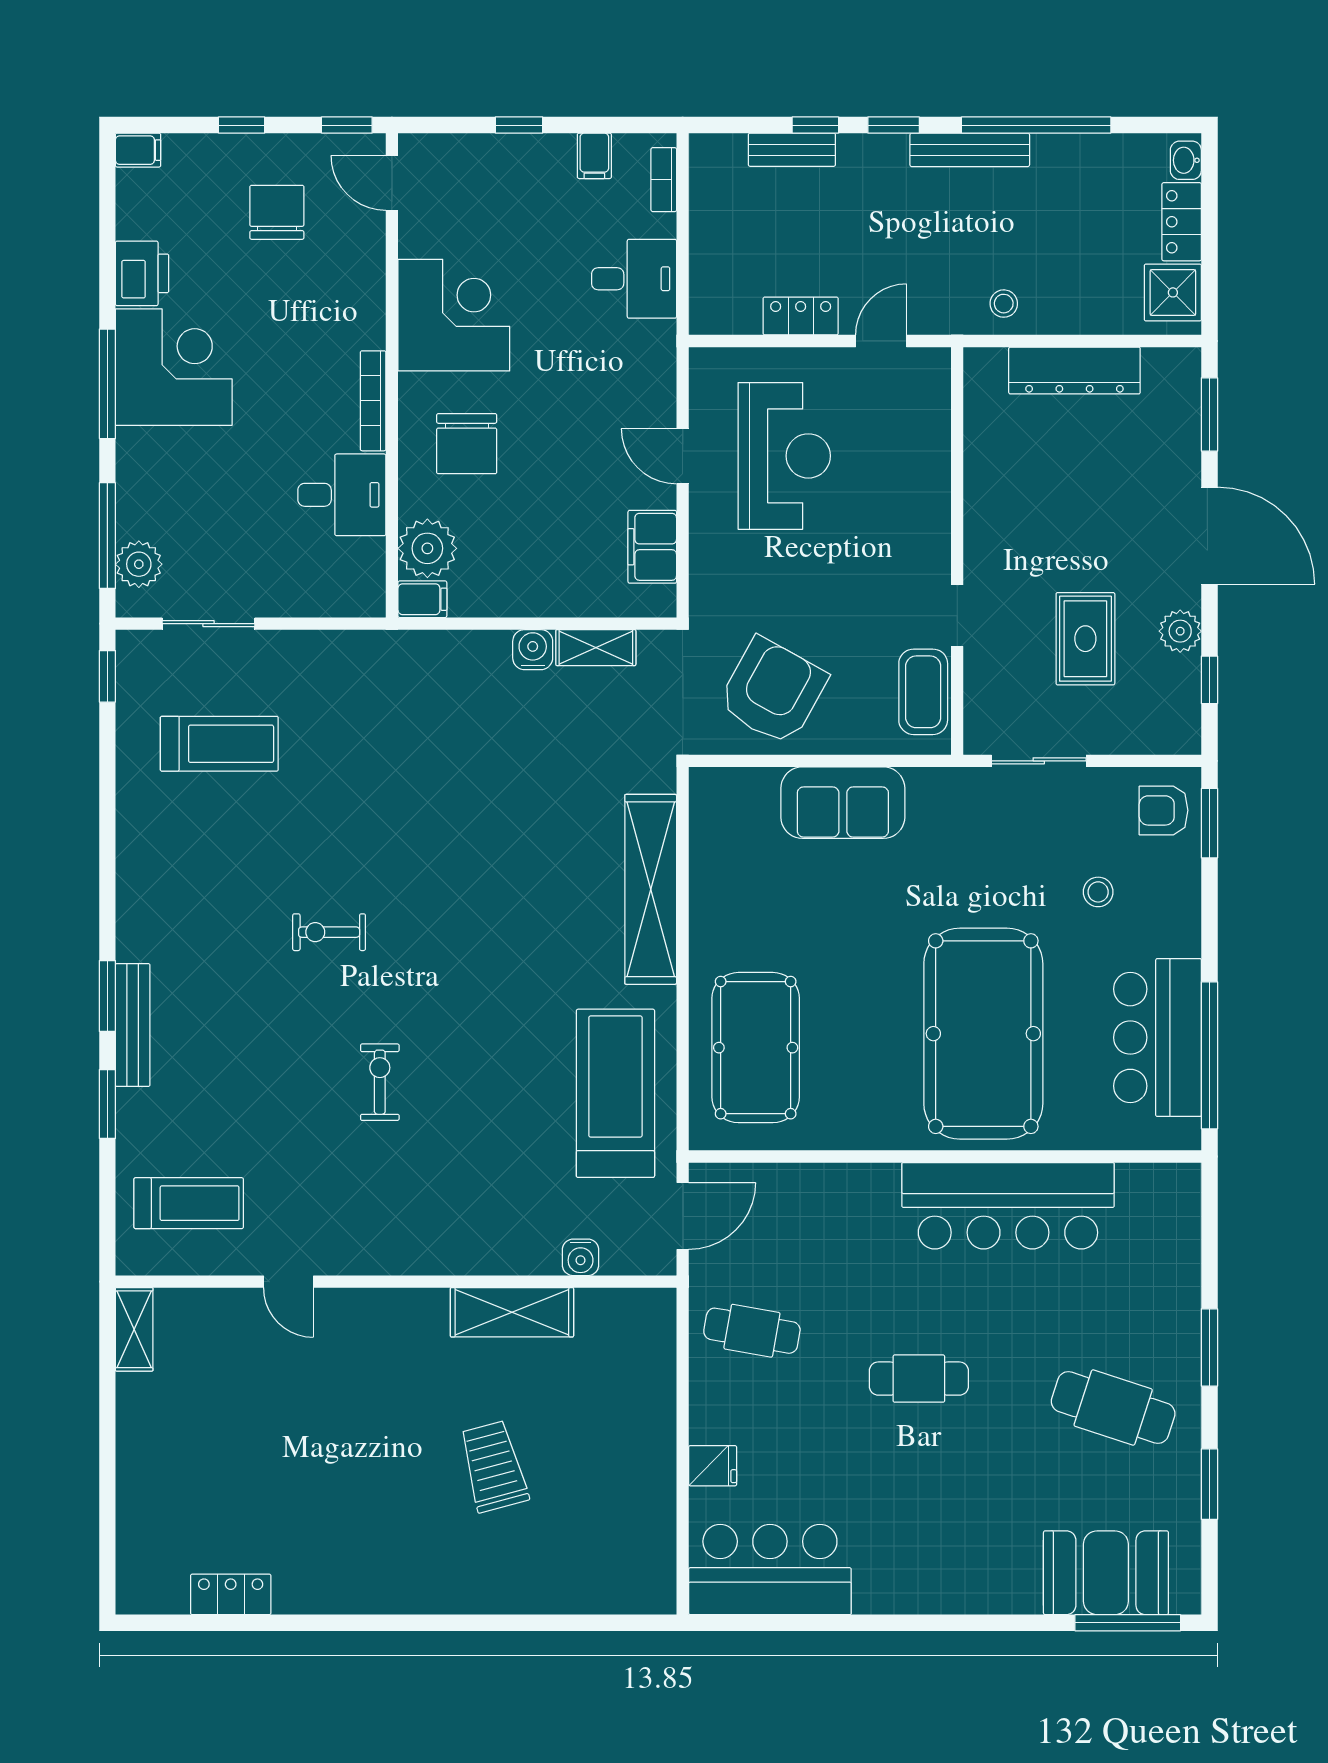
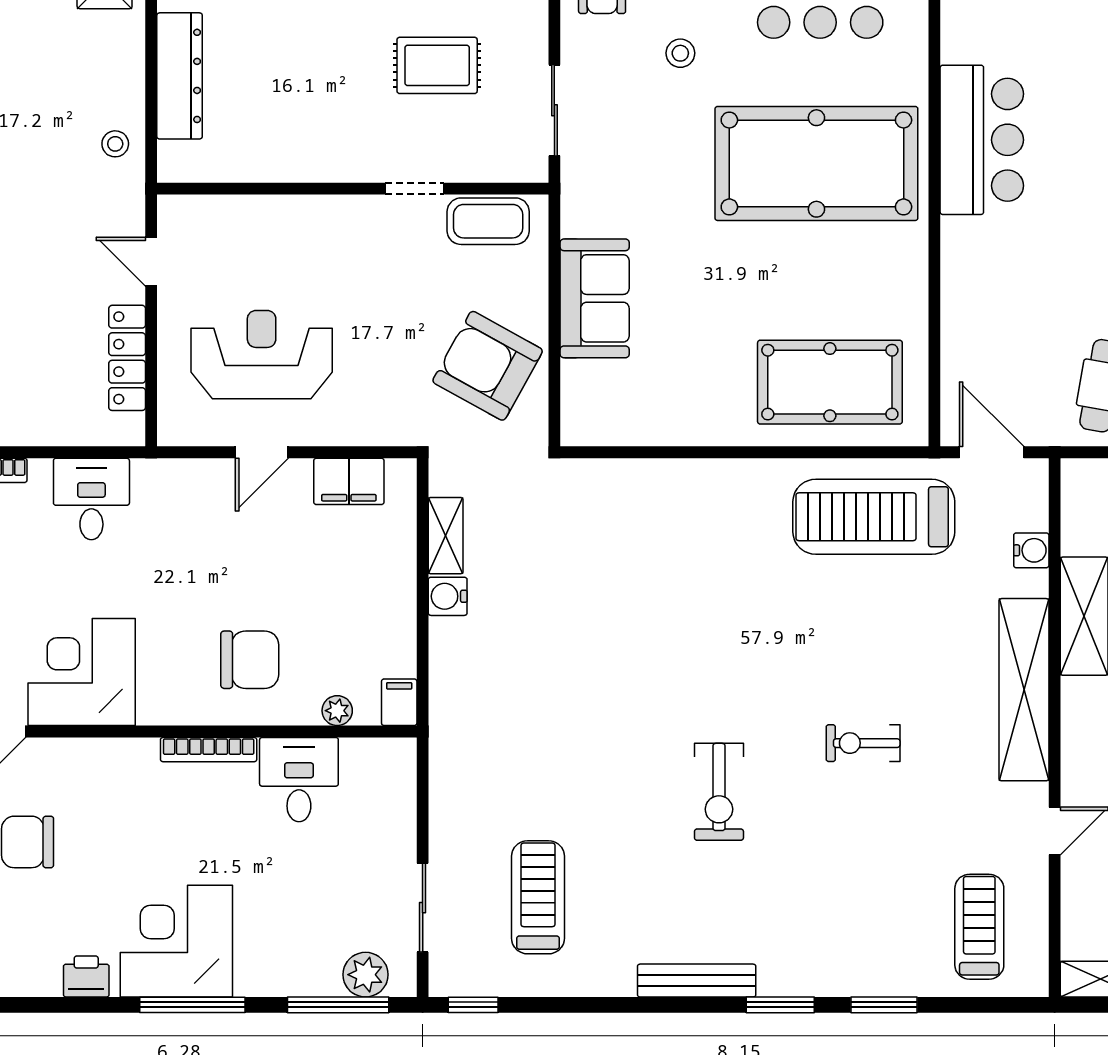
printer: (142, 273) -> (86, 976), width x0.73, depth x0.81
corner desk: (454, 315) -> (82, 672), moved
locker: (801, 316) -> (127, 358), width x1.53
plant: (427, 548) -> (337, 711), width x0.53, depth x0.53
shelving: (651, 889) -> (1024, 690), moved, turned 90
exercise bike: (329, 932) -> (719, 792), width x1.38, depth x1.39
bench: (133, 1025) -> (697, 981), moved
bar counter: (1008, 1206) -> (982, 140), width x0.73

